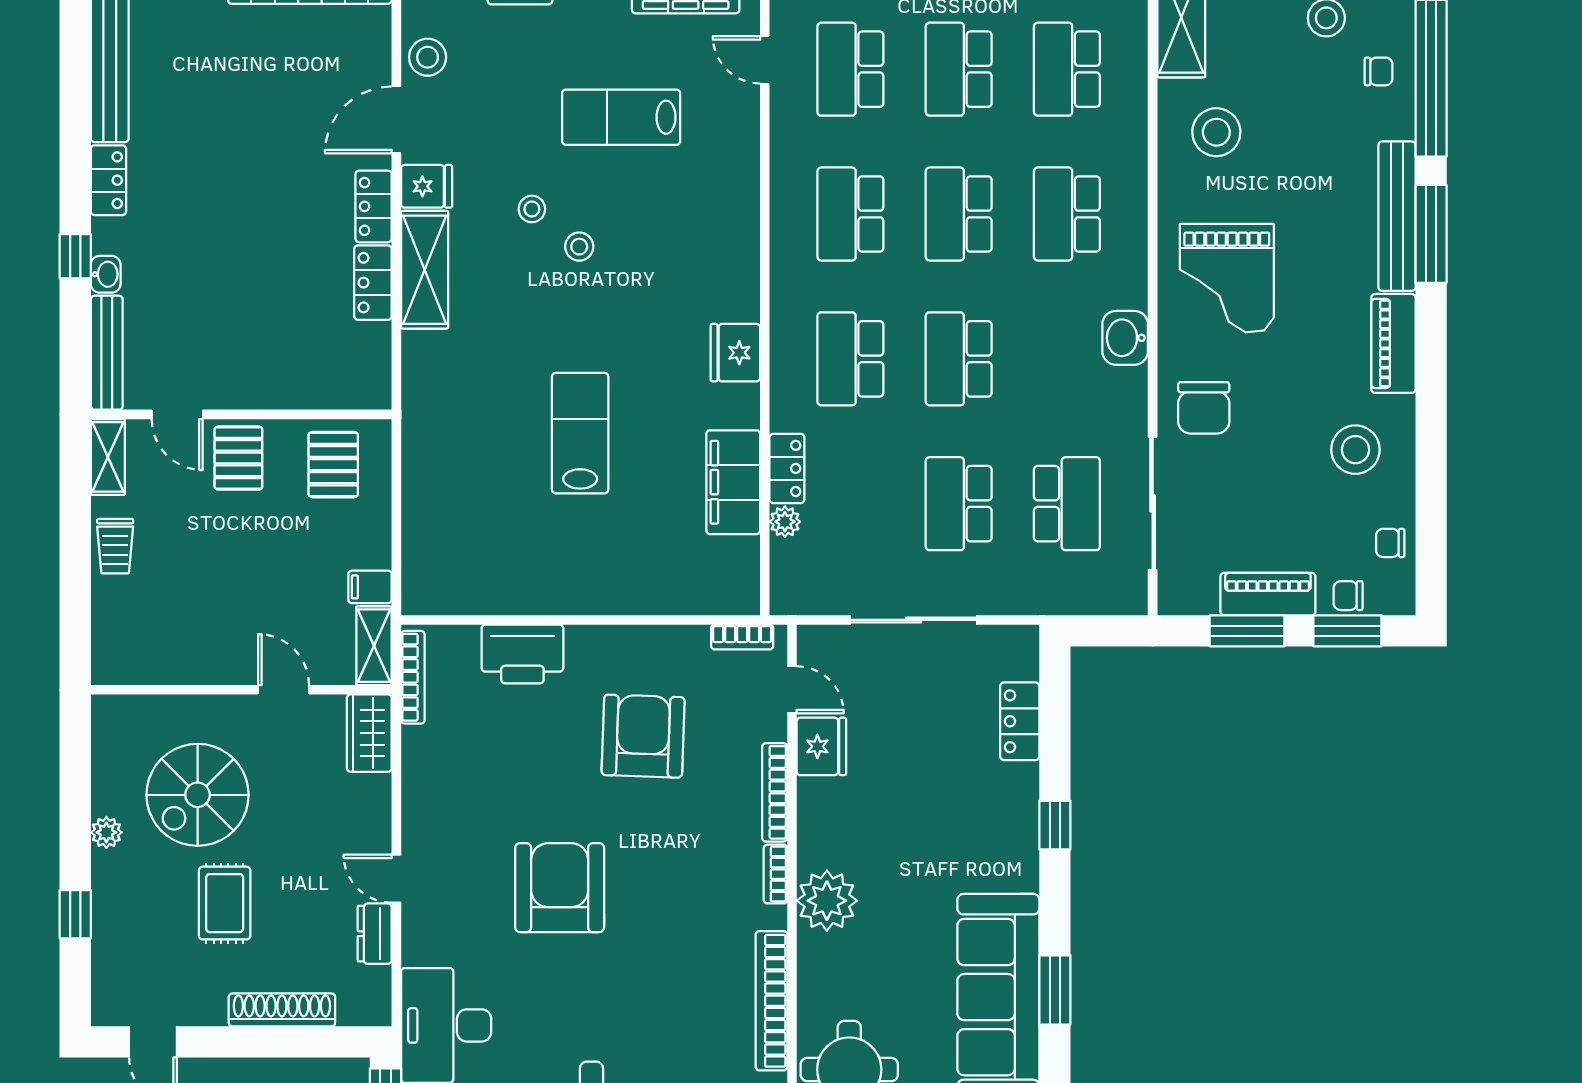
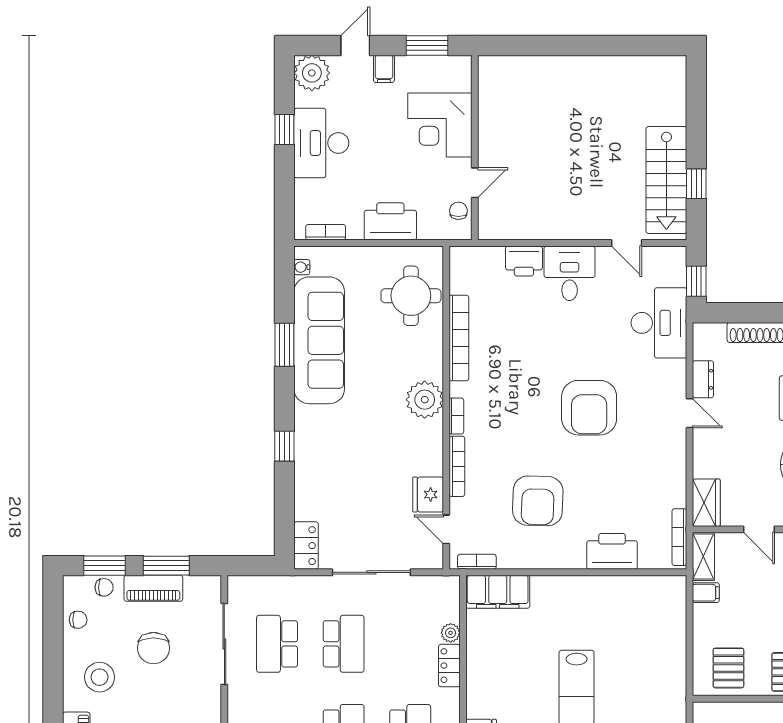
chair: (1204, 408) -> (153, 648), moved, turned 180
filing cabinet: (733, 482) -> (498, 592), moved, turned 90
locker: (1020, 721) -> (306, 546), moved

